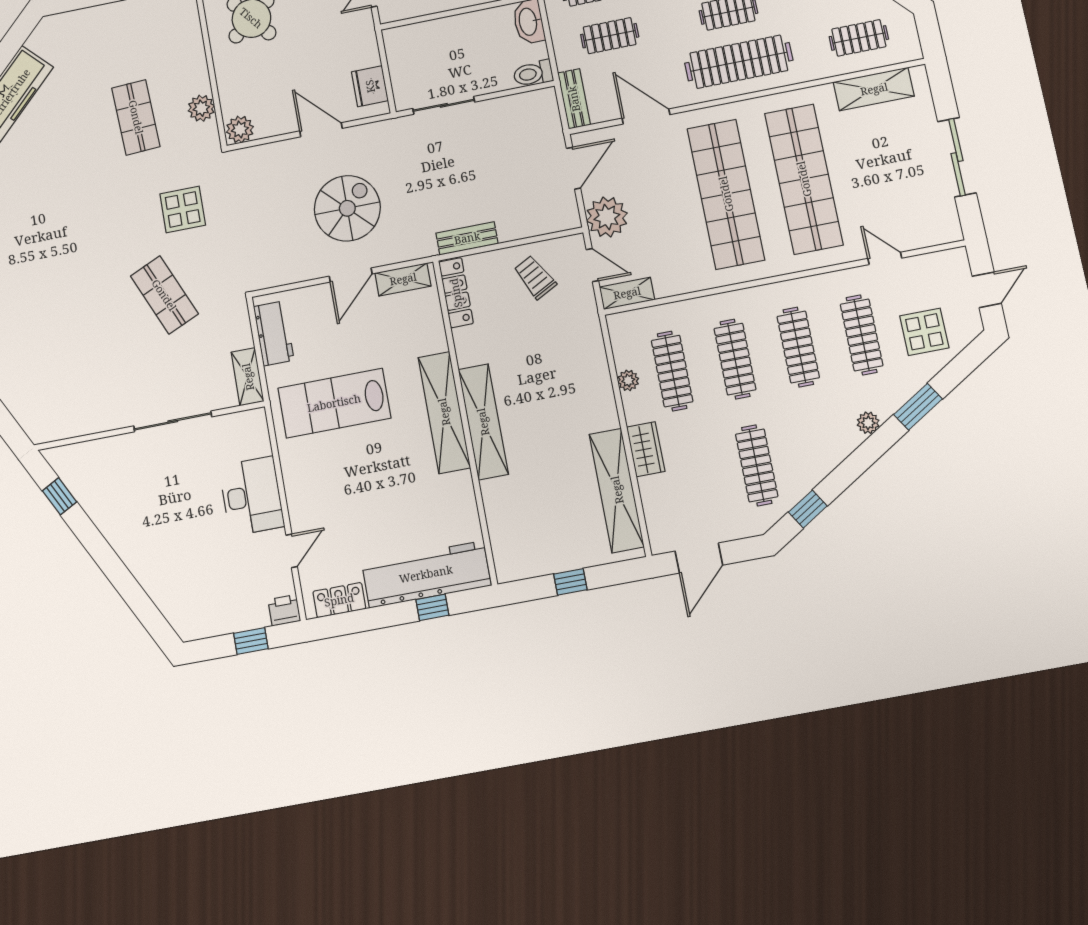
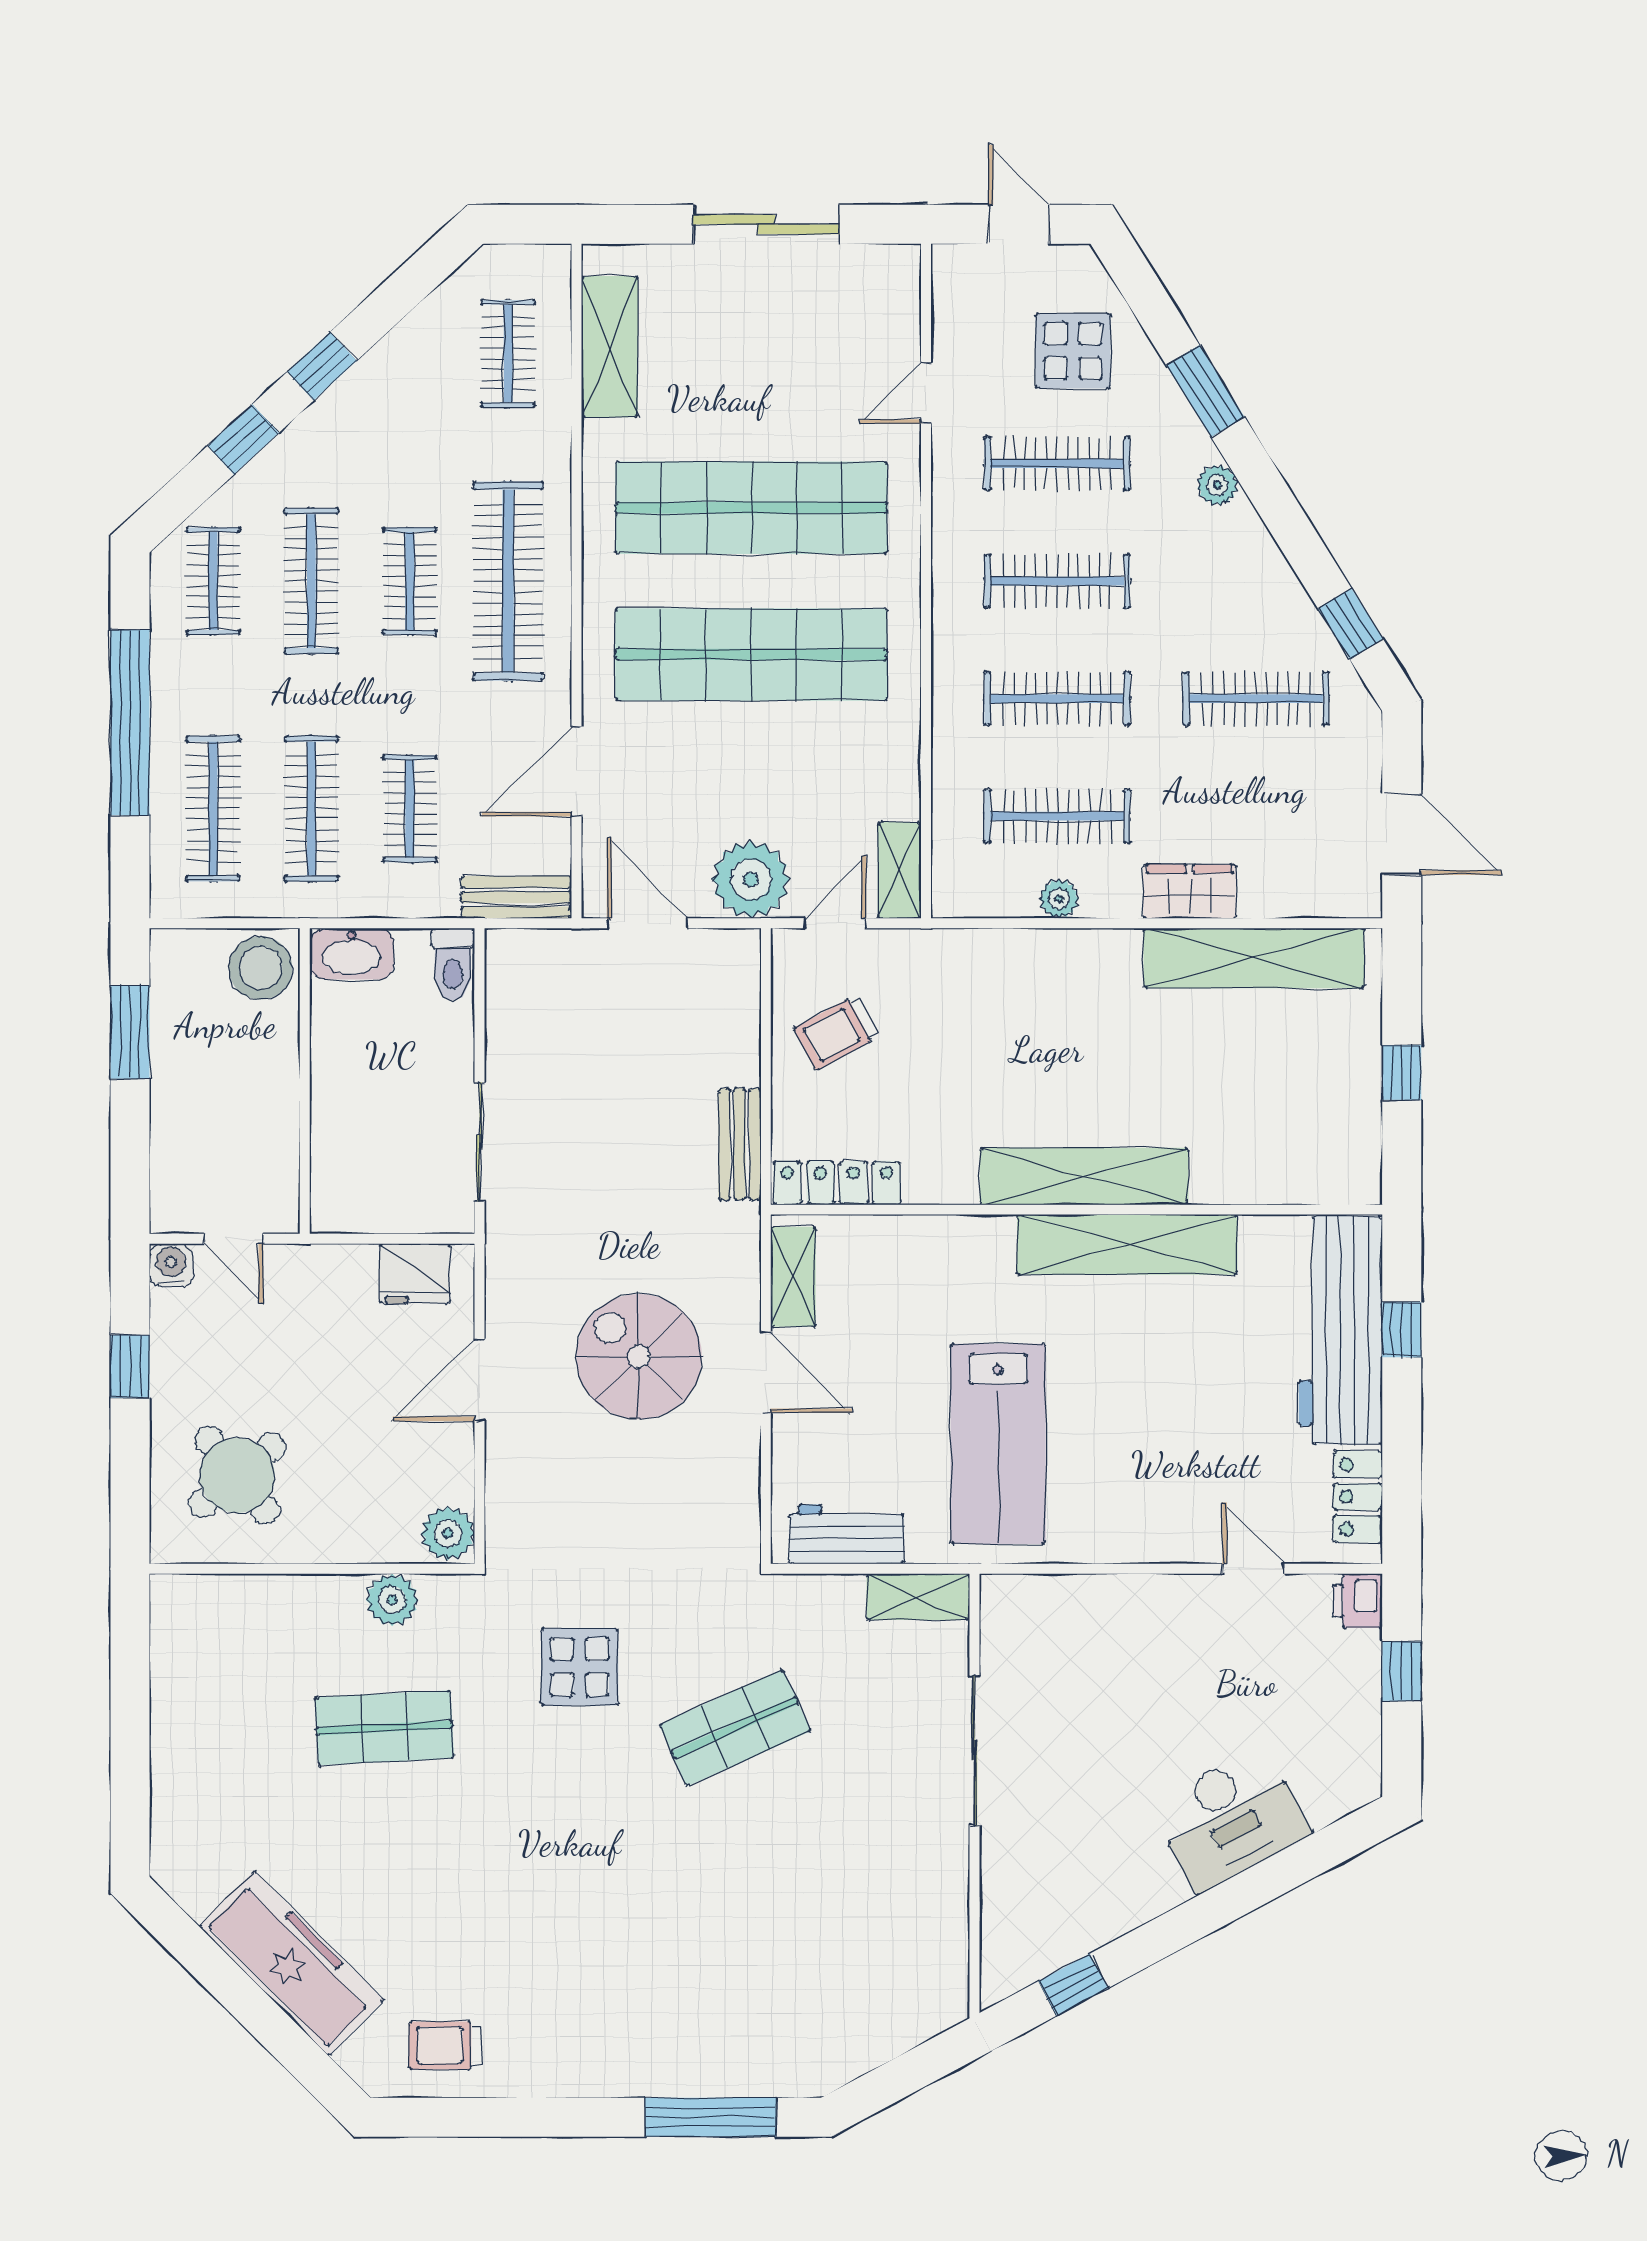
shelving: (444, 412) -> (1127, 1244), moved
desk: (252, 496) -> (1231, 1819), moved, turned 152

